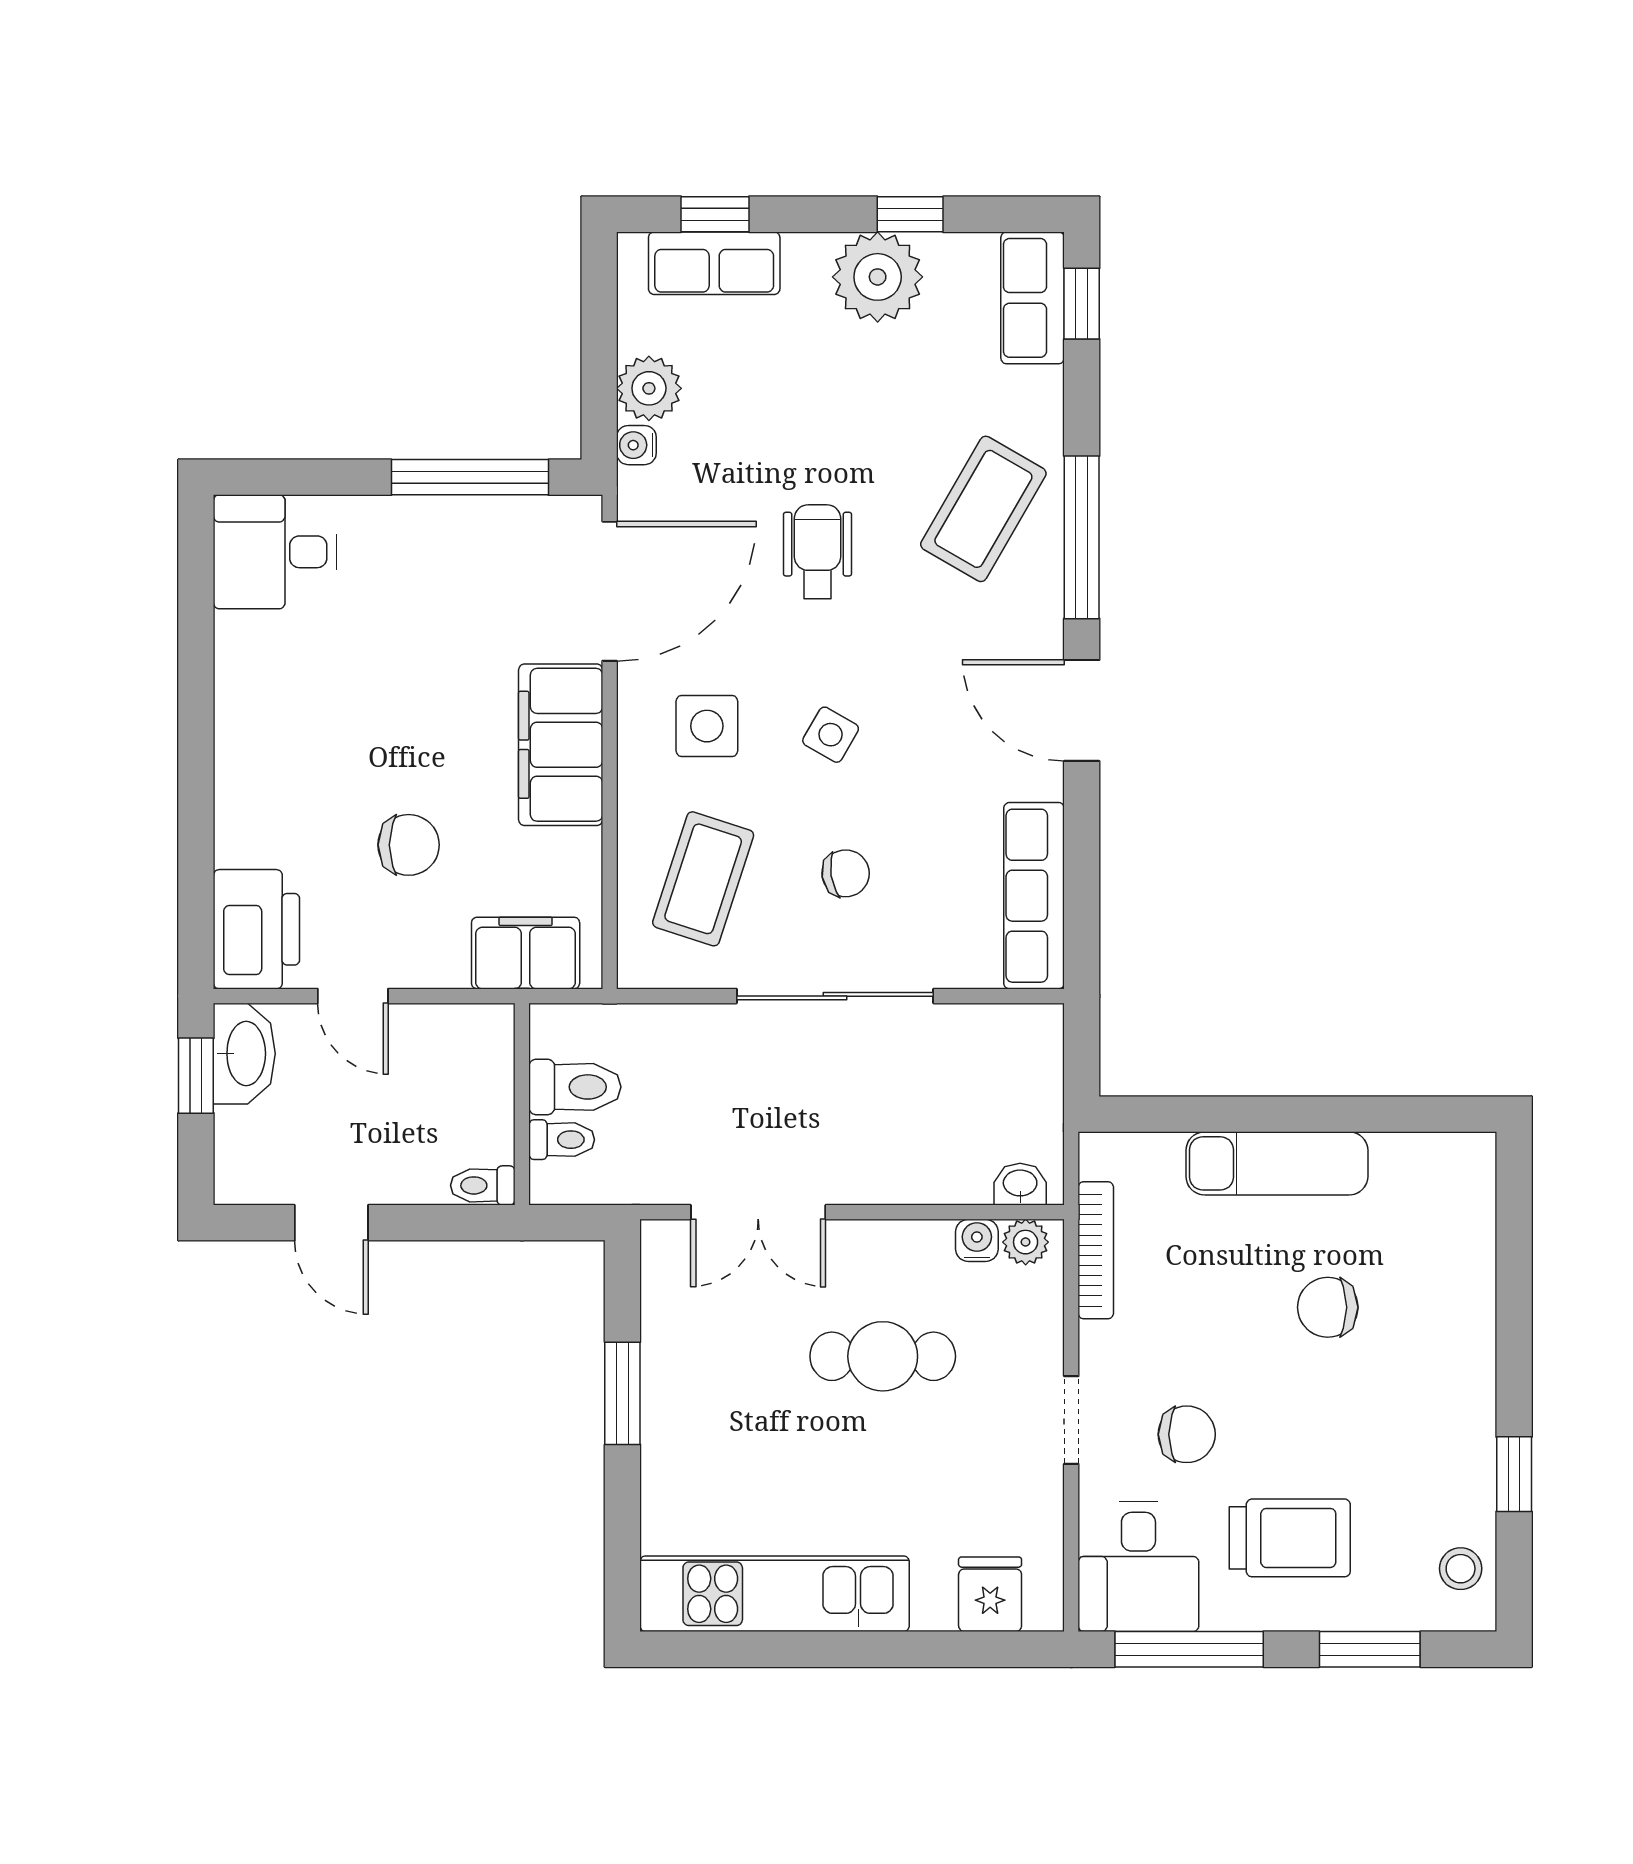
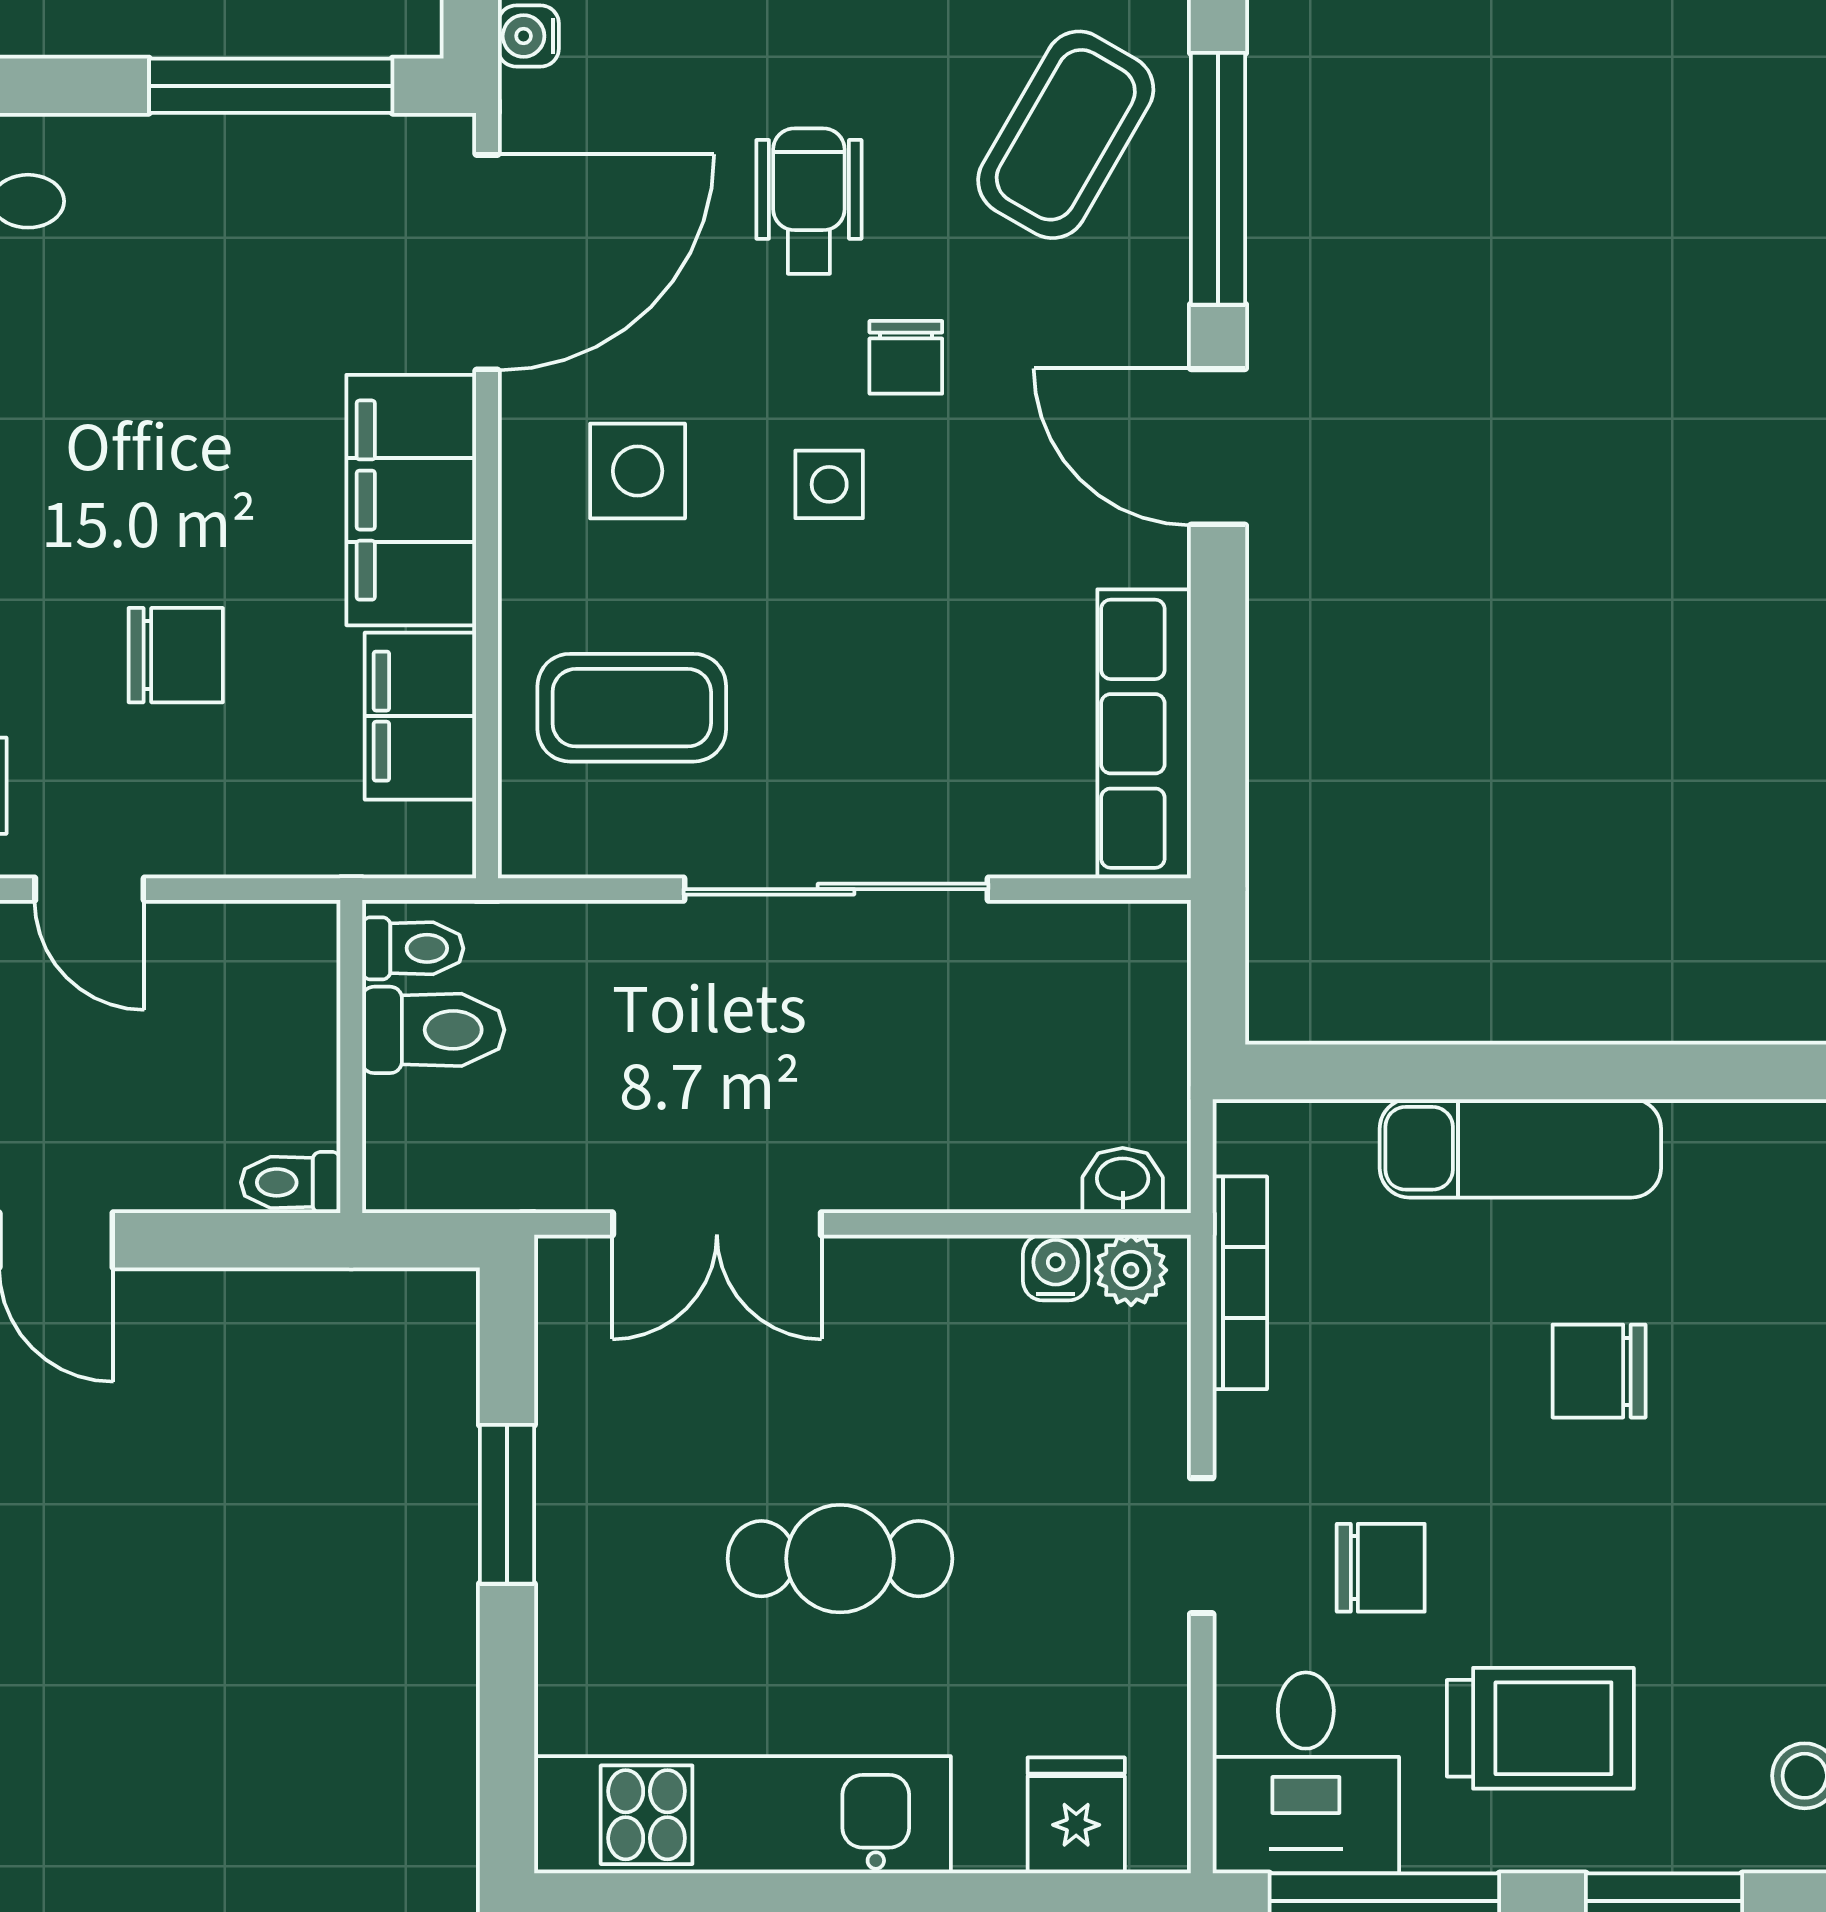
side table: (831, 735) -> (829, 484), turned -30
chair: (846, 873) -> (906, 357), moved, turned 99
coffee table: (703, 879) -> (632, 708), turned 72
filing cabinet: (526, 953) -> (420, 716), moved, turned -90
toilet: (562, 1140) -> (413, 948), moved
cafe table: (883, 1356) -> (840, 1559), moved

